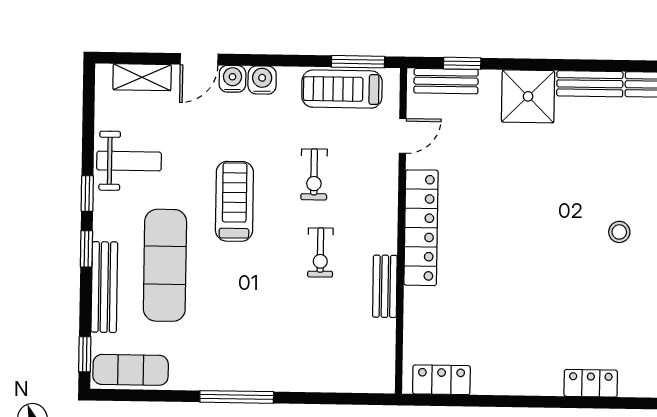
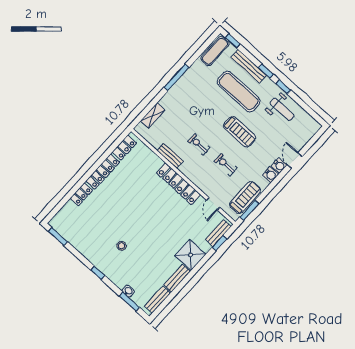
shelving: (142, 77) -> (153, 115), moved
weight bench: (129, 161) -> (282, 109), turned -90
locker: (517, 381) -> (103, 171), added

